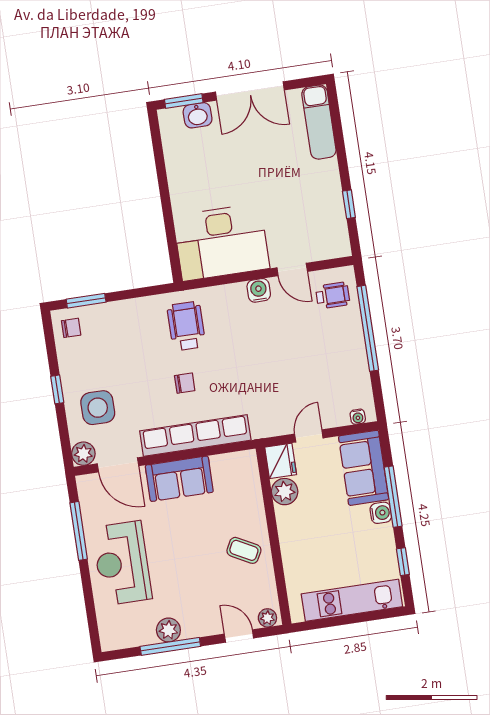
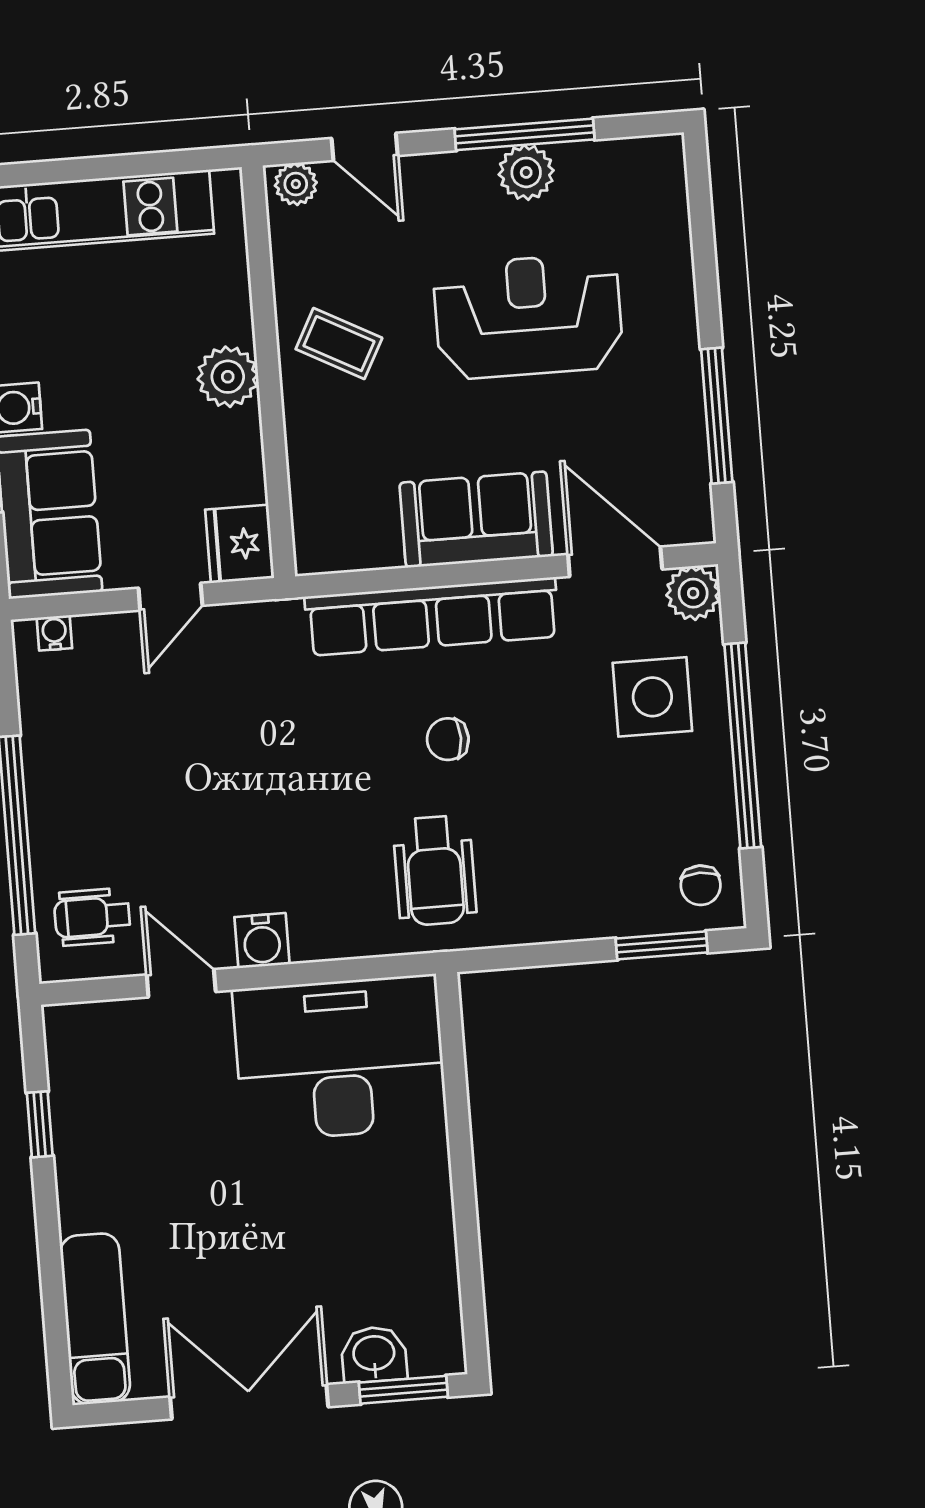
chair: (71, 328) -> (701, 885), turned -90
window: (57, 389) -> (743, 746), width x3.17
plant: (285, 492) -> (228, 377), moved
reception desk: (122, 563) -> (528, 316), moved, turned -90

